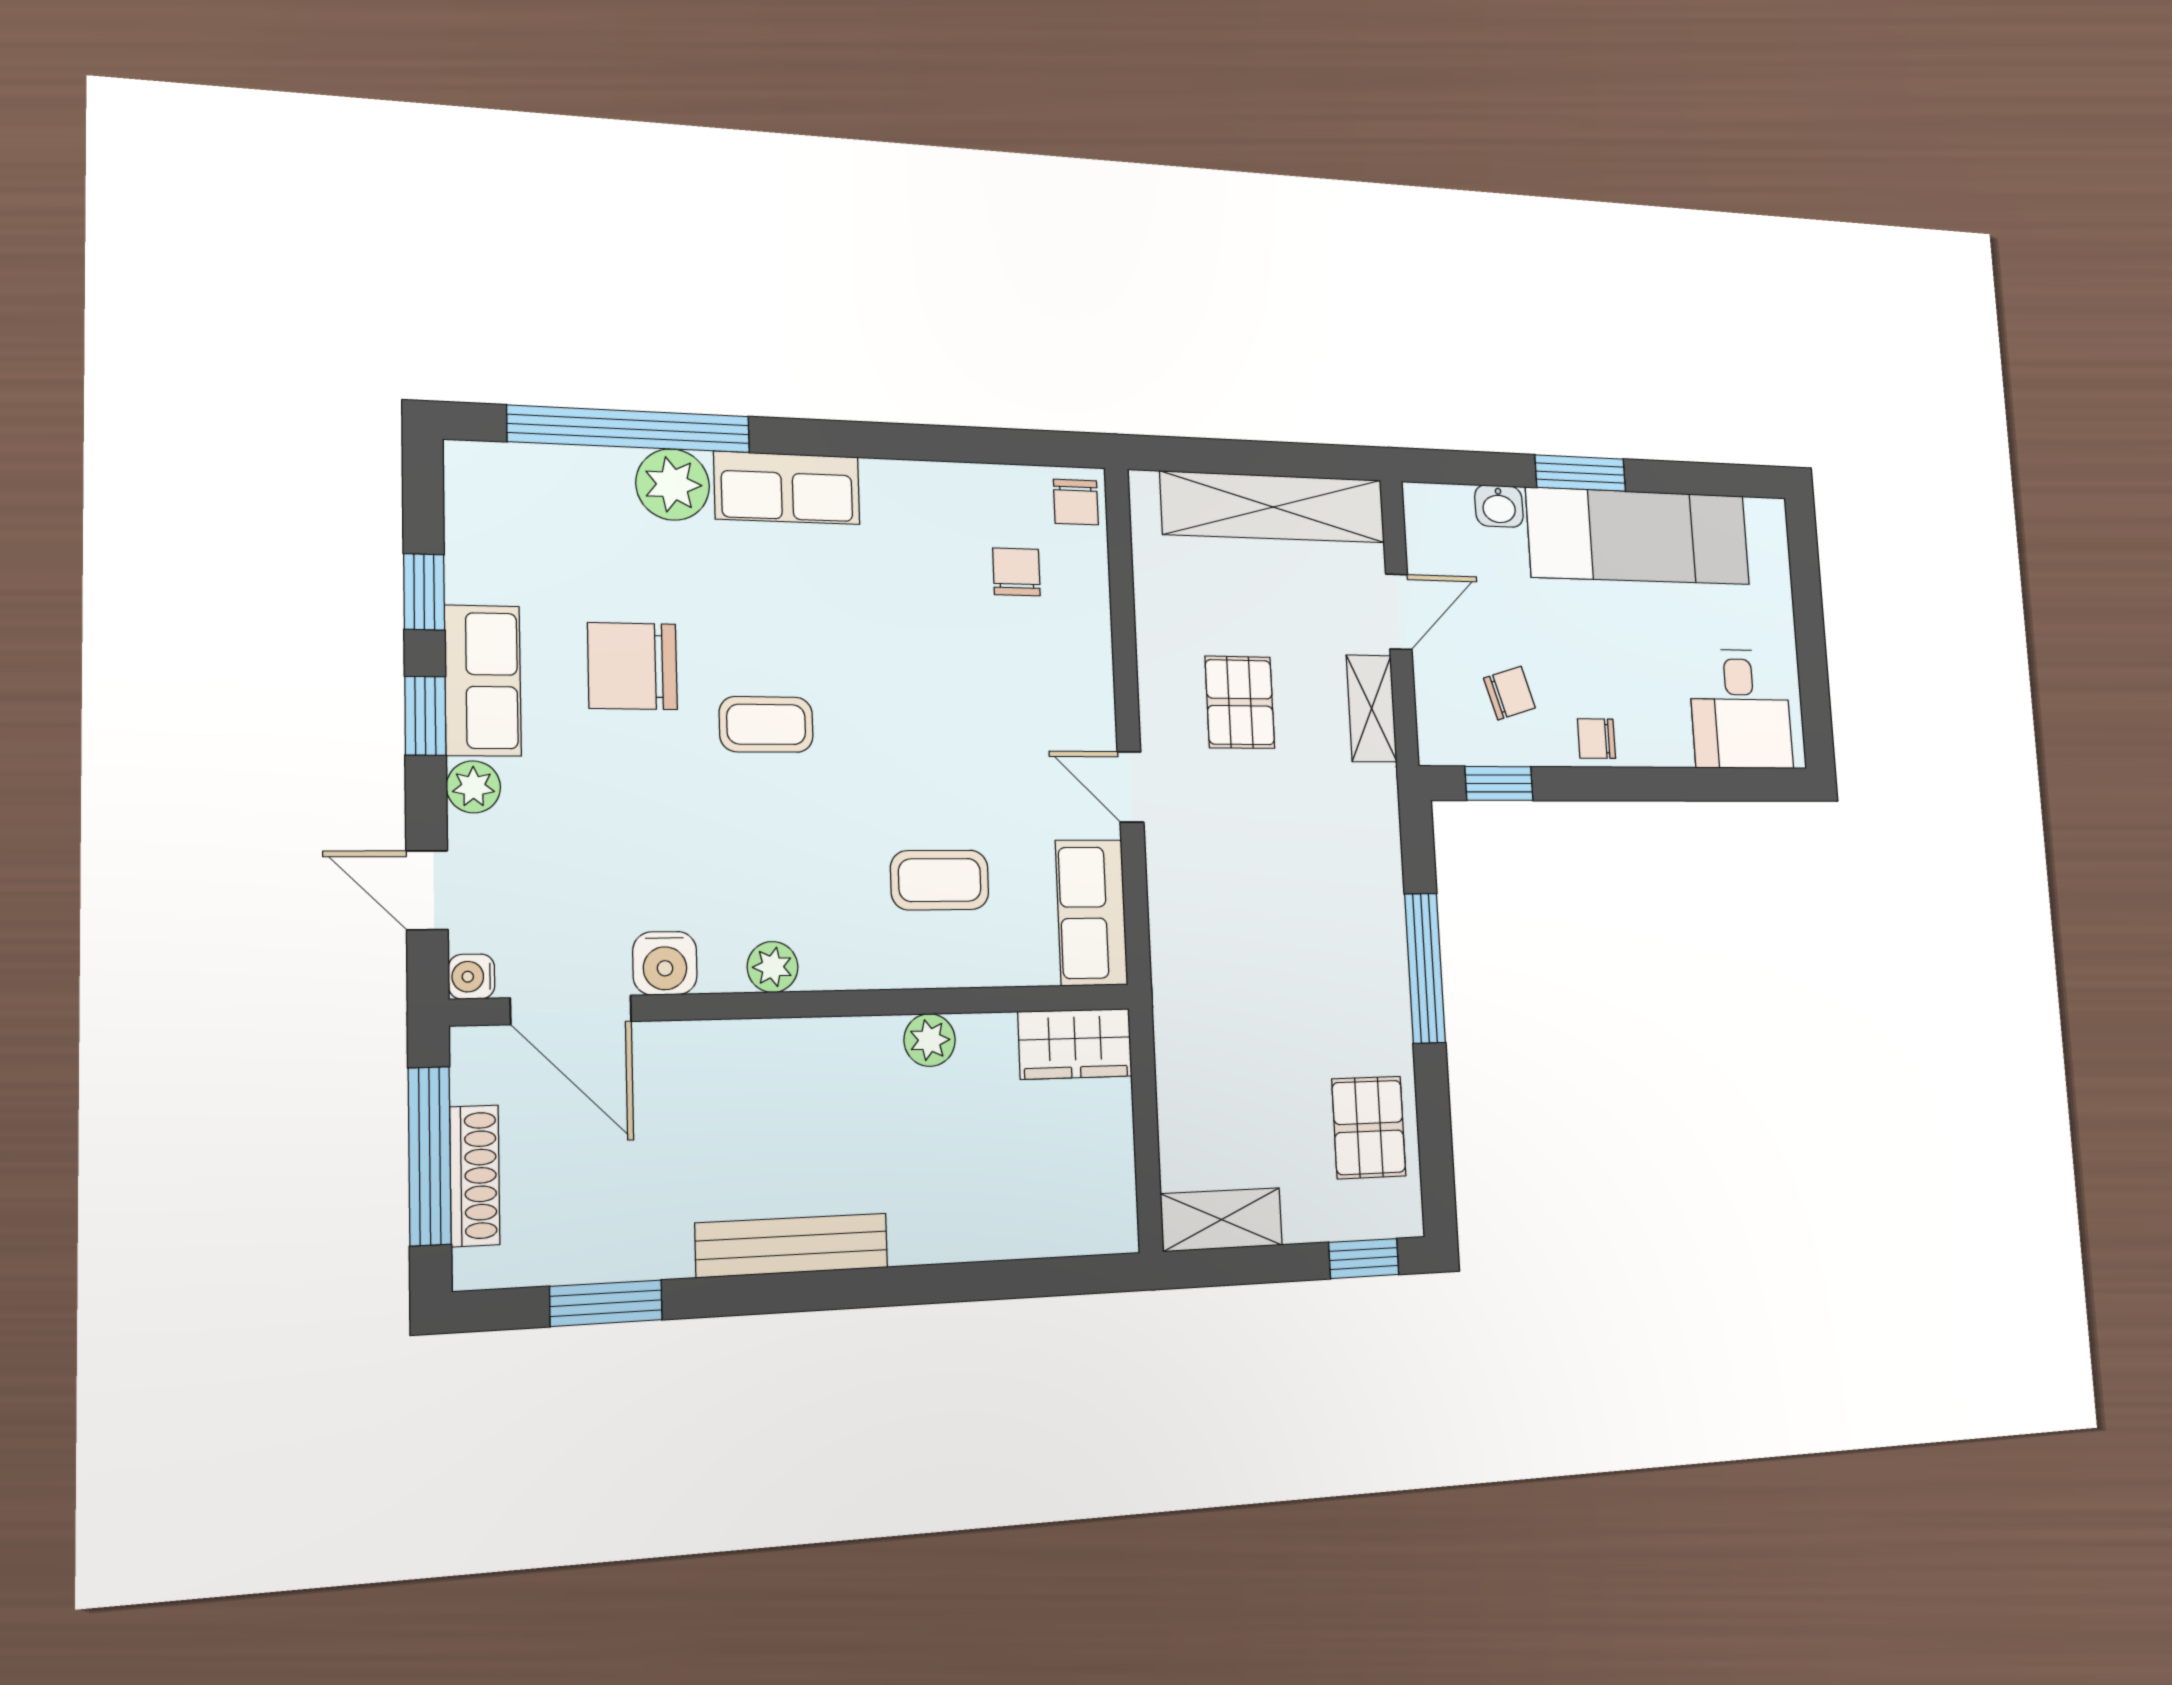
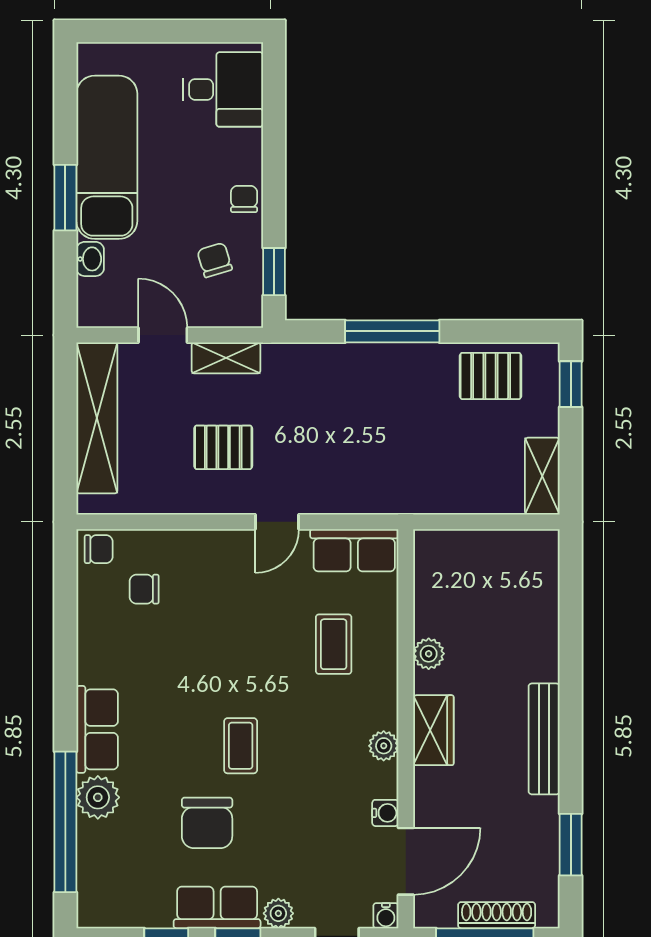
chair: (1597, 739) -> (244, 199), turned 180
water cooler: (665, 963) -> (385, 813), width x0.72, depth x0.72
wardrobe: (1075, 1044) -> (433, 730), moved

